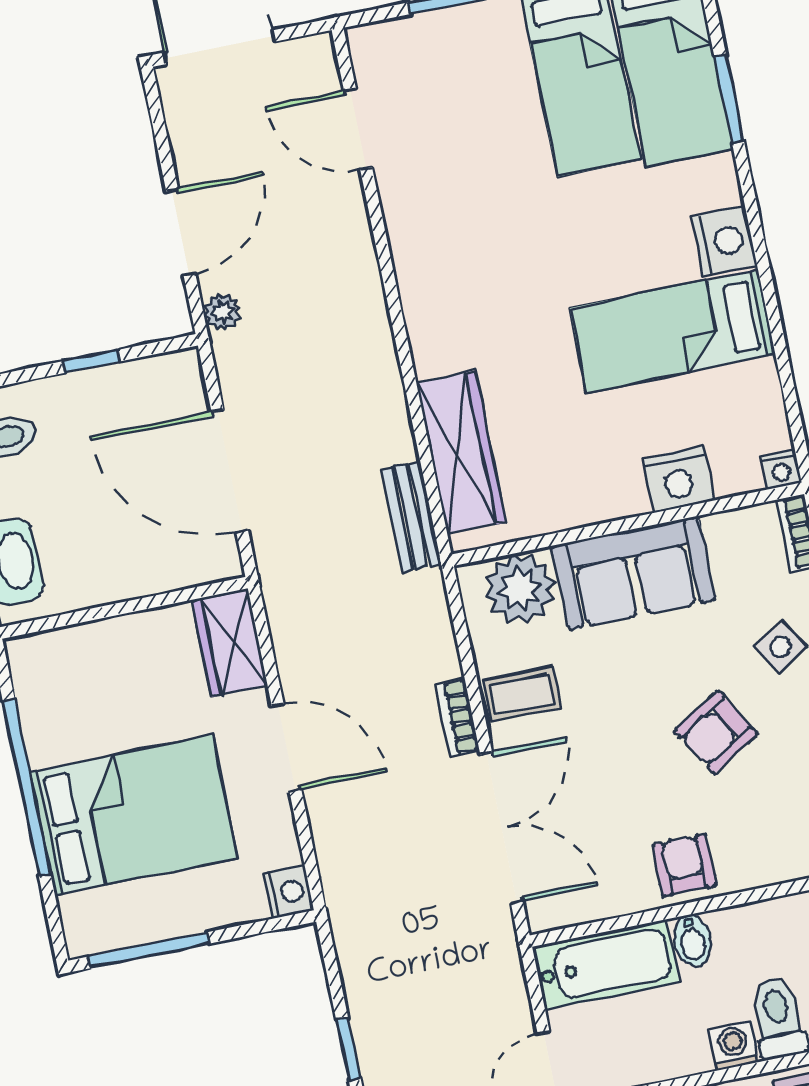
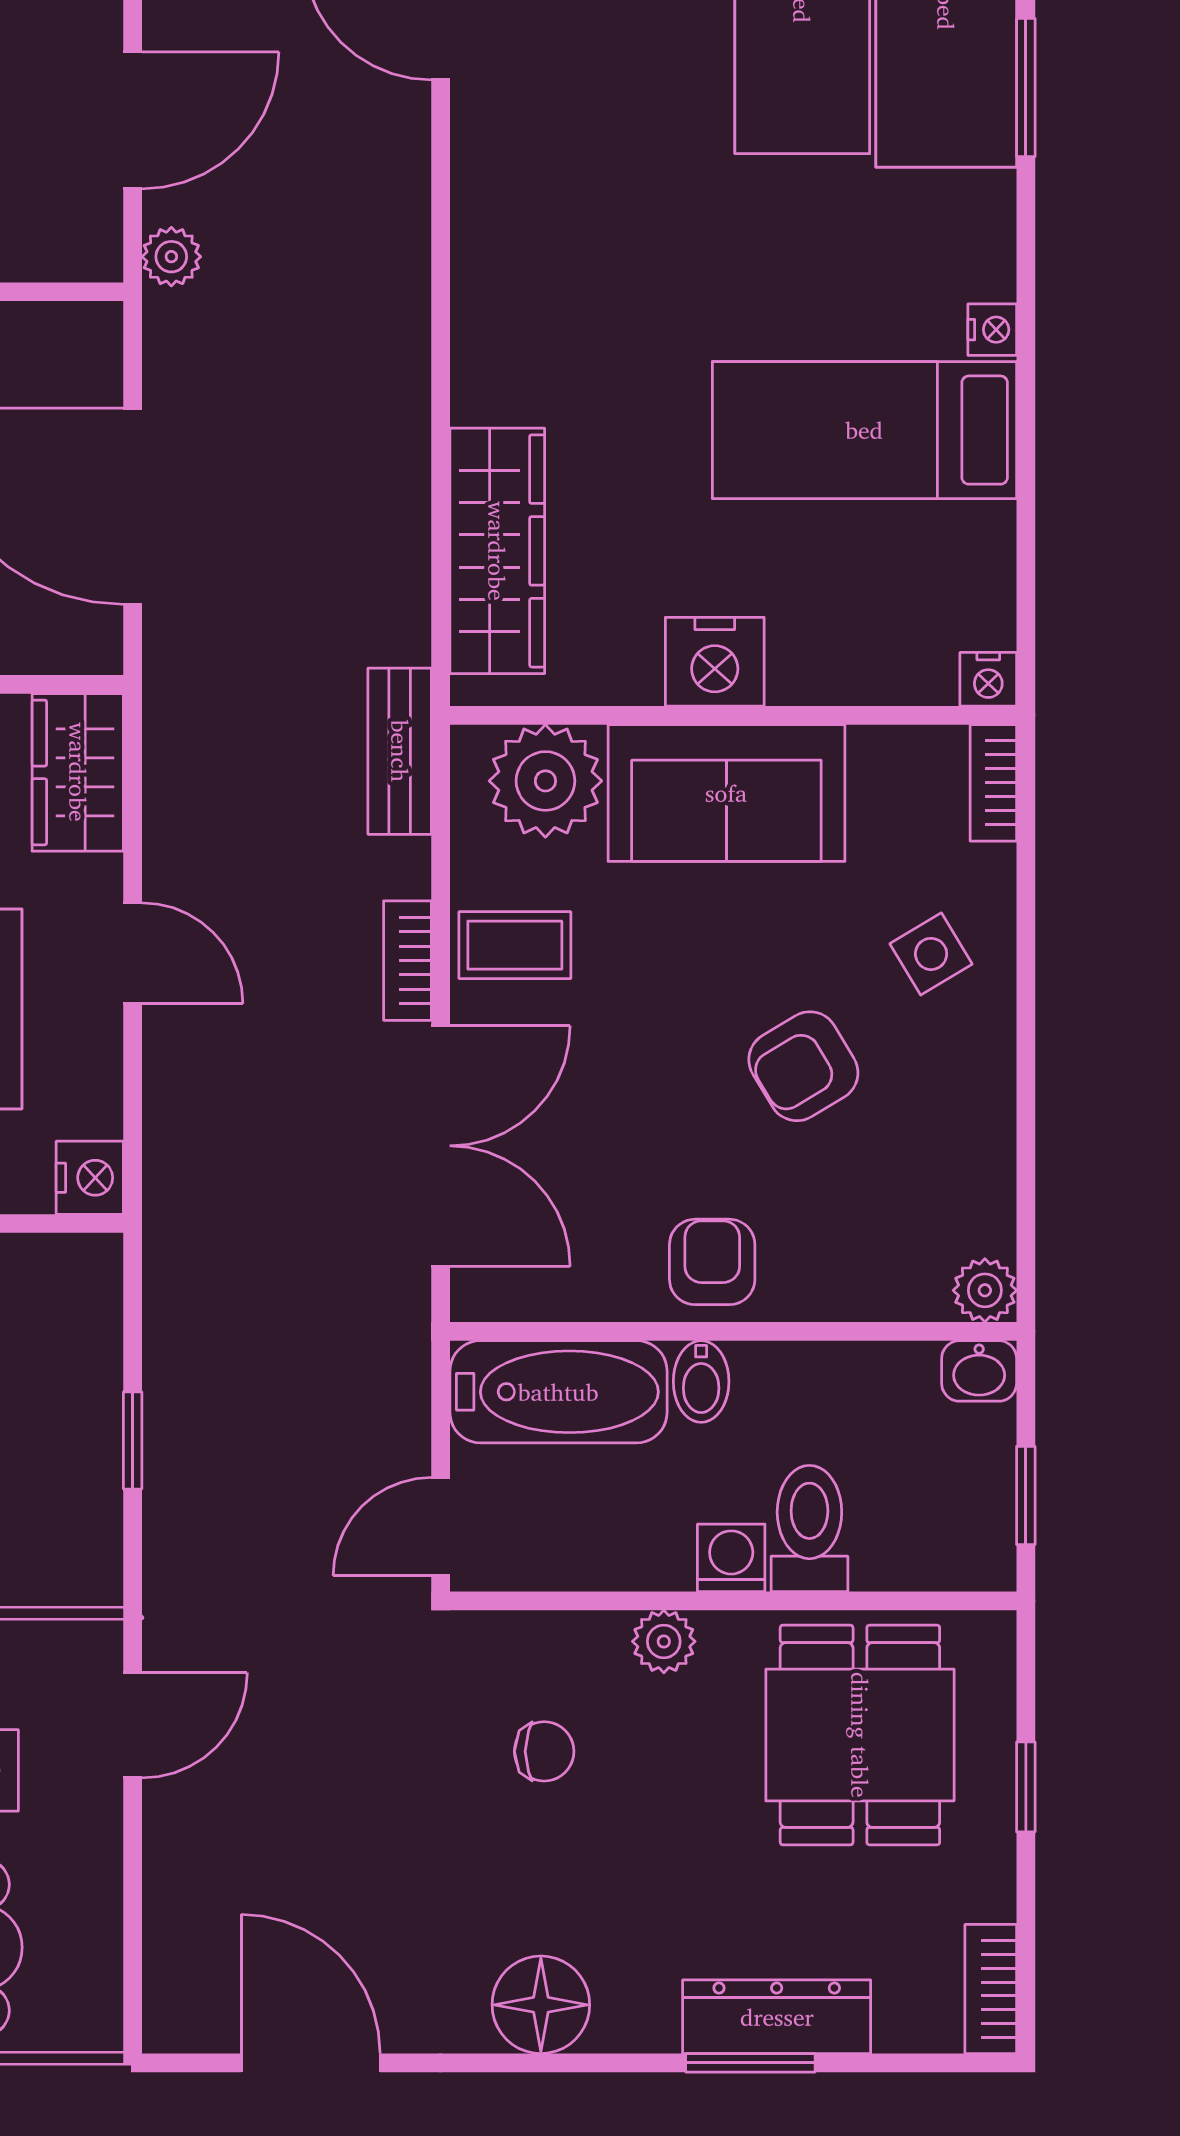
nightstand: (724, 241) -> (992, 330), width x0.53, depth x0.56
nightstand: (678, 479) -> (715, 662), moved
bench: (411, 517) -> (400, 751), moved
door: (287, 748) -> (133, 953), width x0.73

